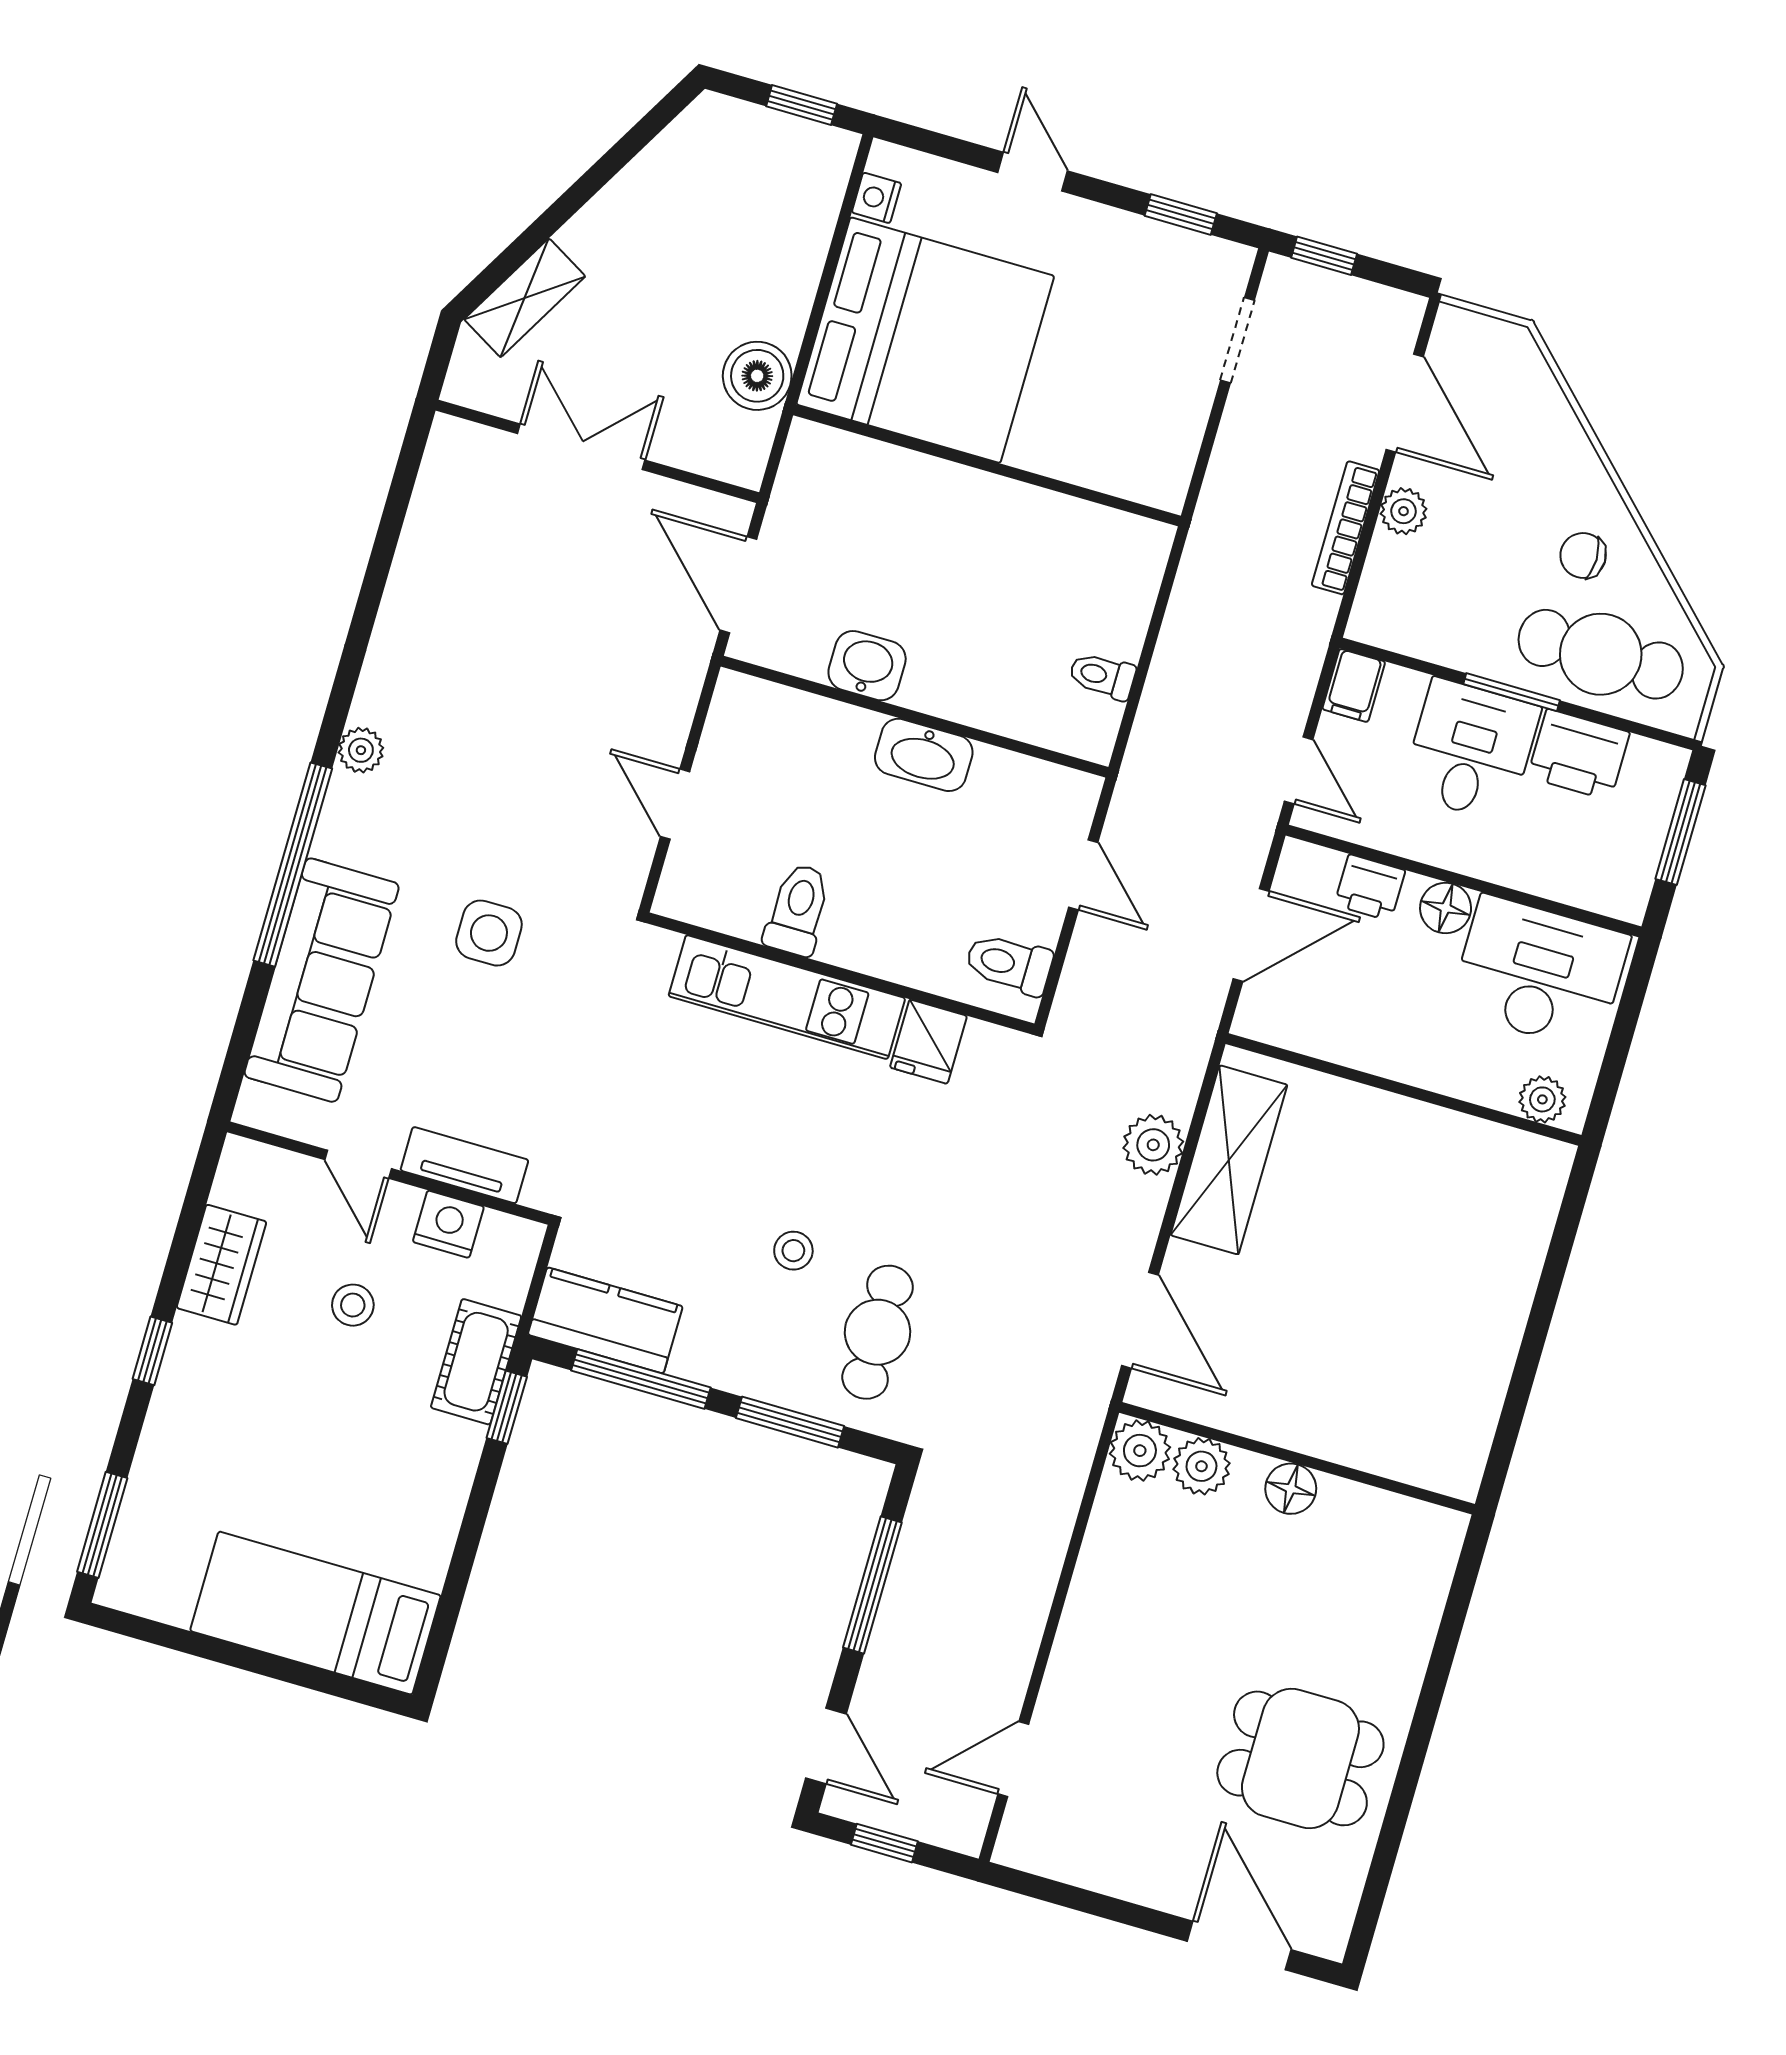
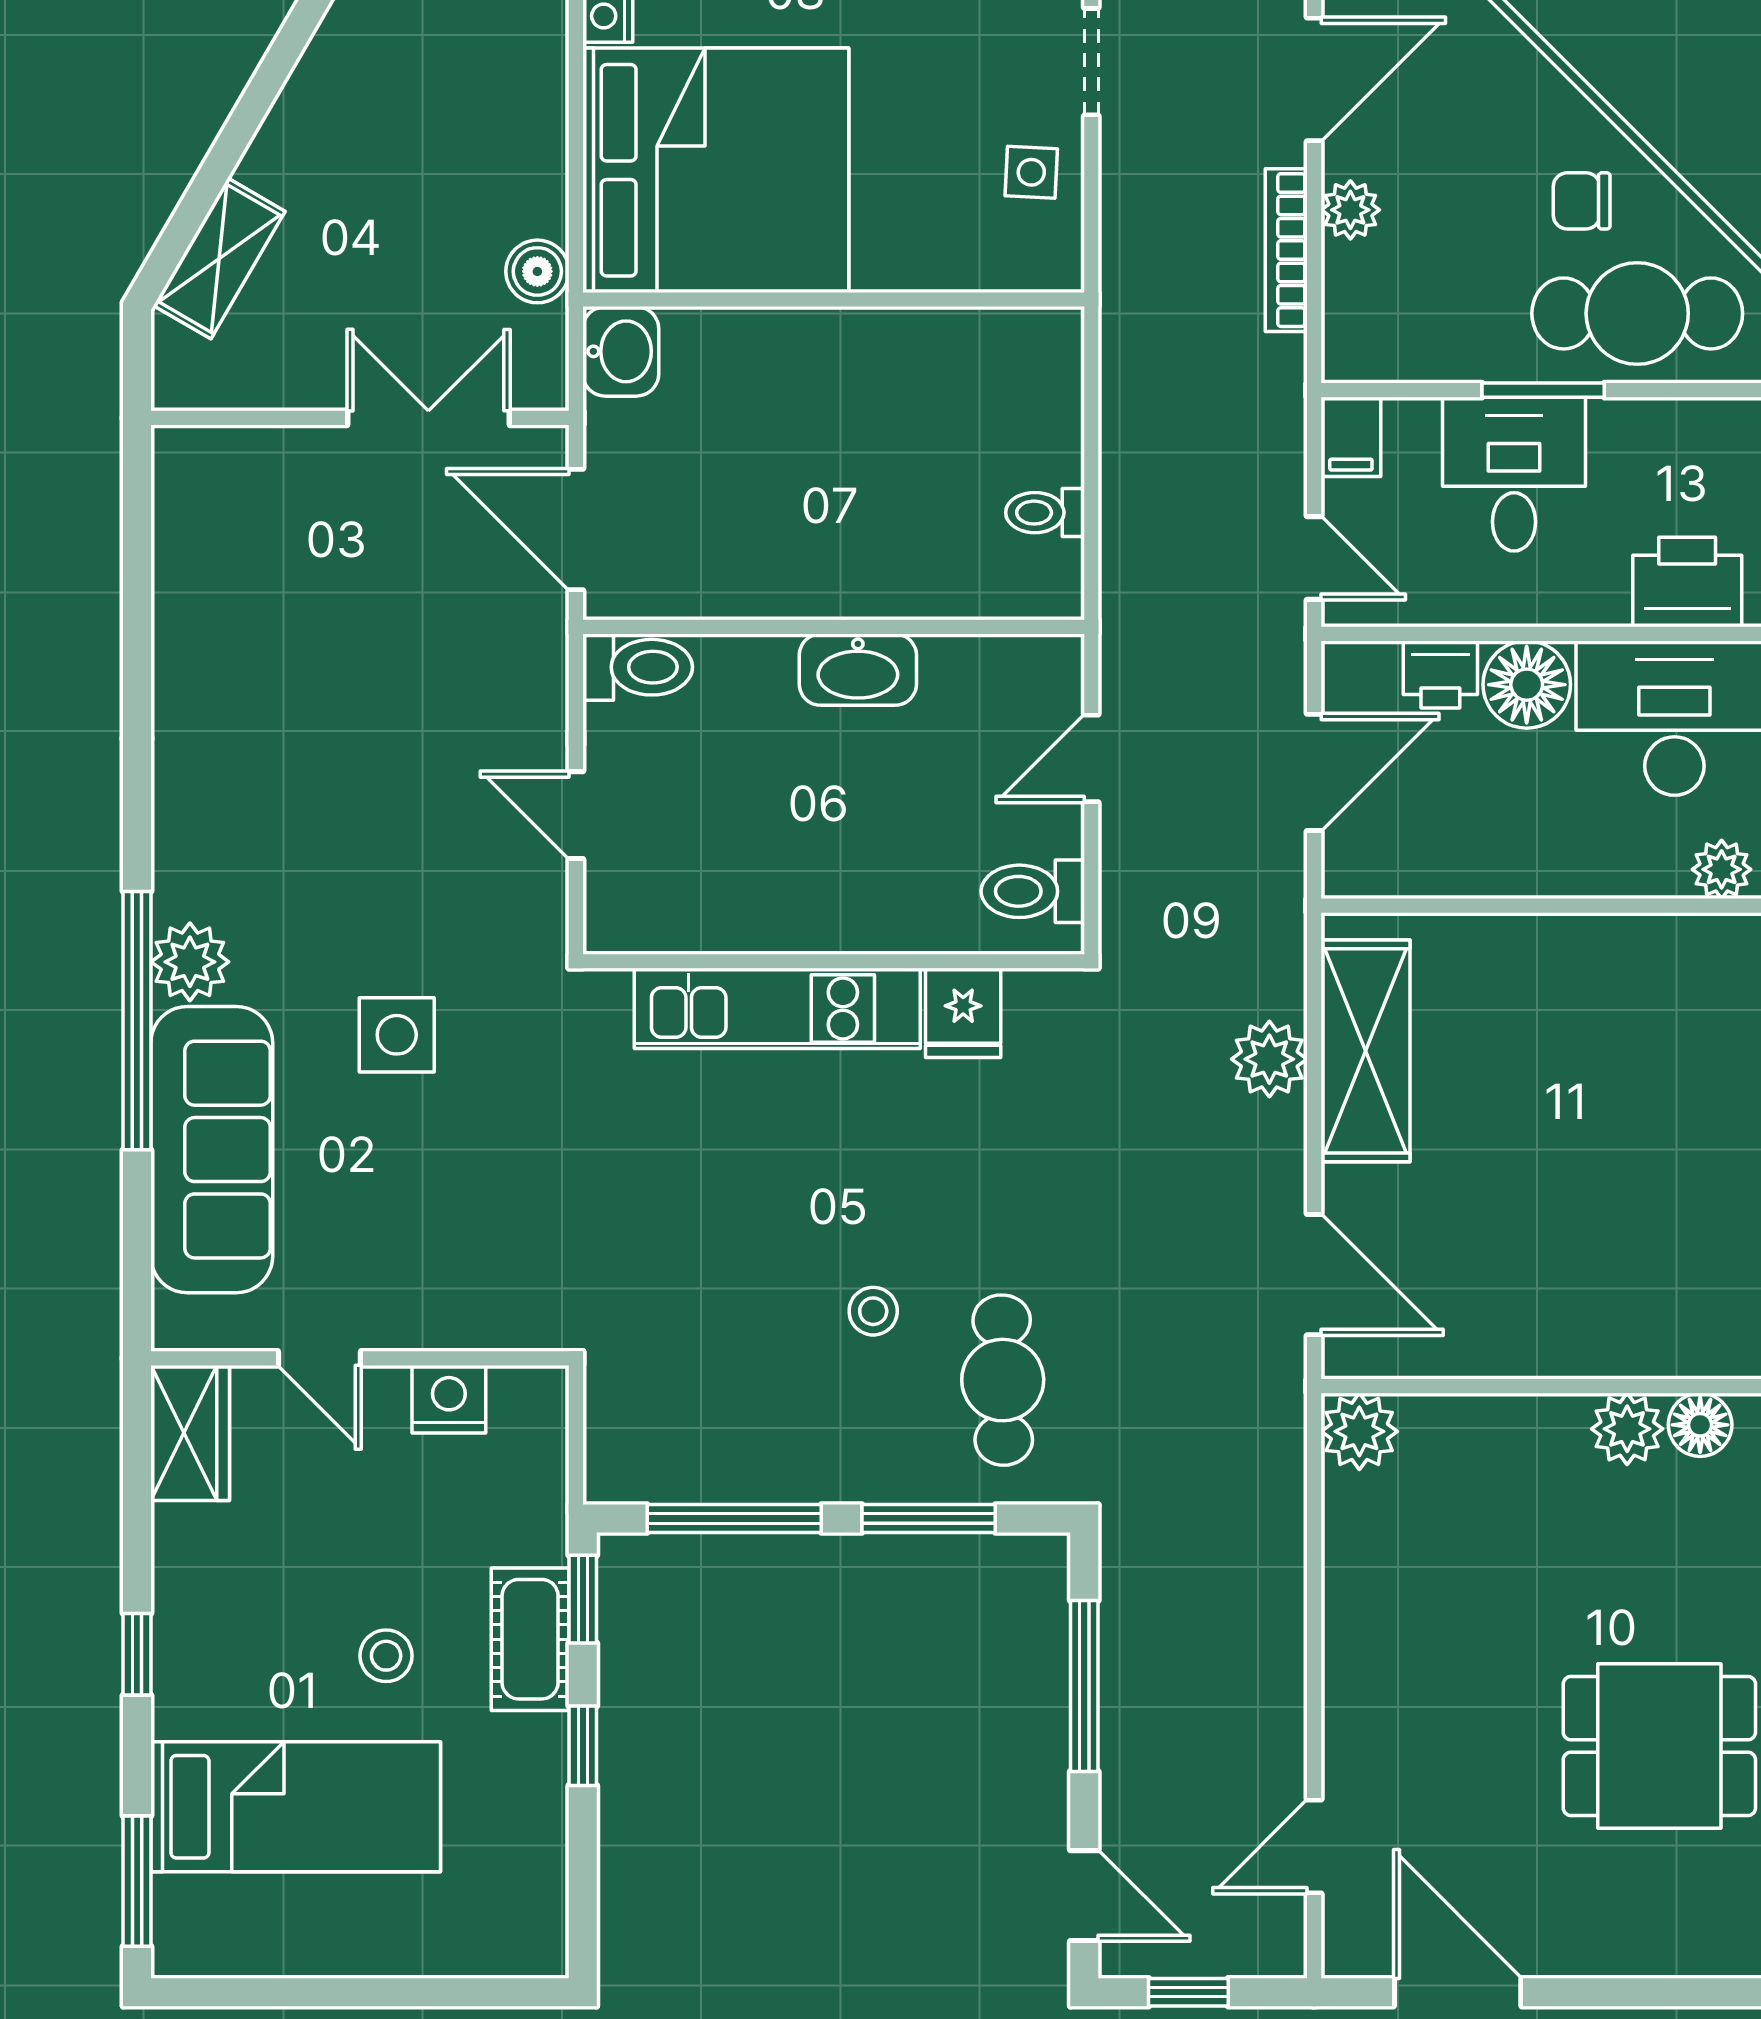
boiler: (757, 376) -> (537, 271), width x0.73, depth x0.73
door: (1405, 403) -> (1314, 79), hinge flipped
side table: (1167, 412) -> (1031, 172), added
double door: (581, 447) -> (428, 418), moved
washbasin: (867, 666) -> (621, 351), moved, turned 90
plant: (361, 750) -> (190, 962), moved, width x1.38, depth x1.38
printer: (1579, 755) -> (1687, 582), moved, turned 180
door: (1083, 875) -> (1091, 758), swing flipped
floor lamp: (1446, 908) -> (1527, 685), width x1.38, depth x1.38
toilet: (798, 910) -> (638, 667), moved, turned 90
tv unit: (464, 1165) -> (448, 1323), removed
wardrobe: (221, 1265) -> (190, 1433), moved
stool: (353, 1305) -> (386, 1656), moved
kitchen counter: (605, 1320) -> (671, 1460), removed
cot: (476, 1362) -> (530, 1639), moved
plant: (1201, 1466) -> (1627, 1429), moved
floor lamp: (1291, 1489) -> (1700, 1425), moved
window: (474, 1520) -> (583, 1746), added
bed: (315, 1613) -> (296, 1807), moved, turned 180
door: (1239, 1945) -> (1458, 1992), moved

